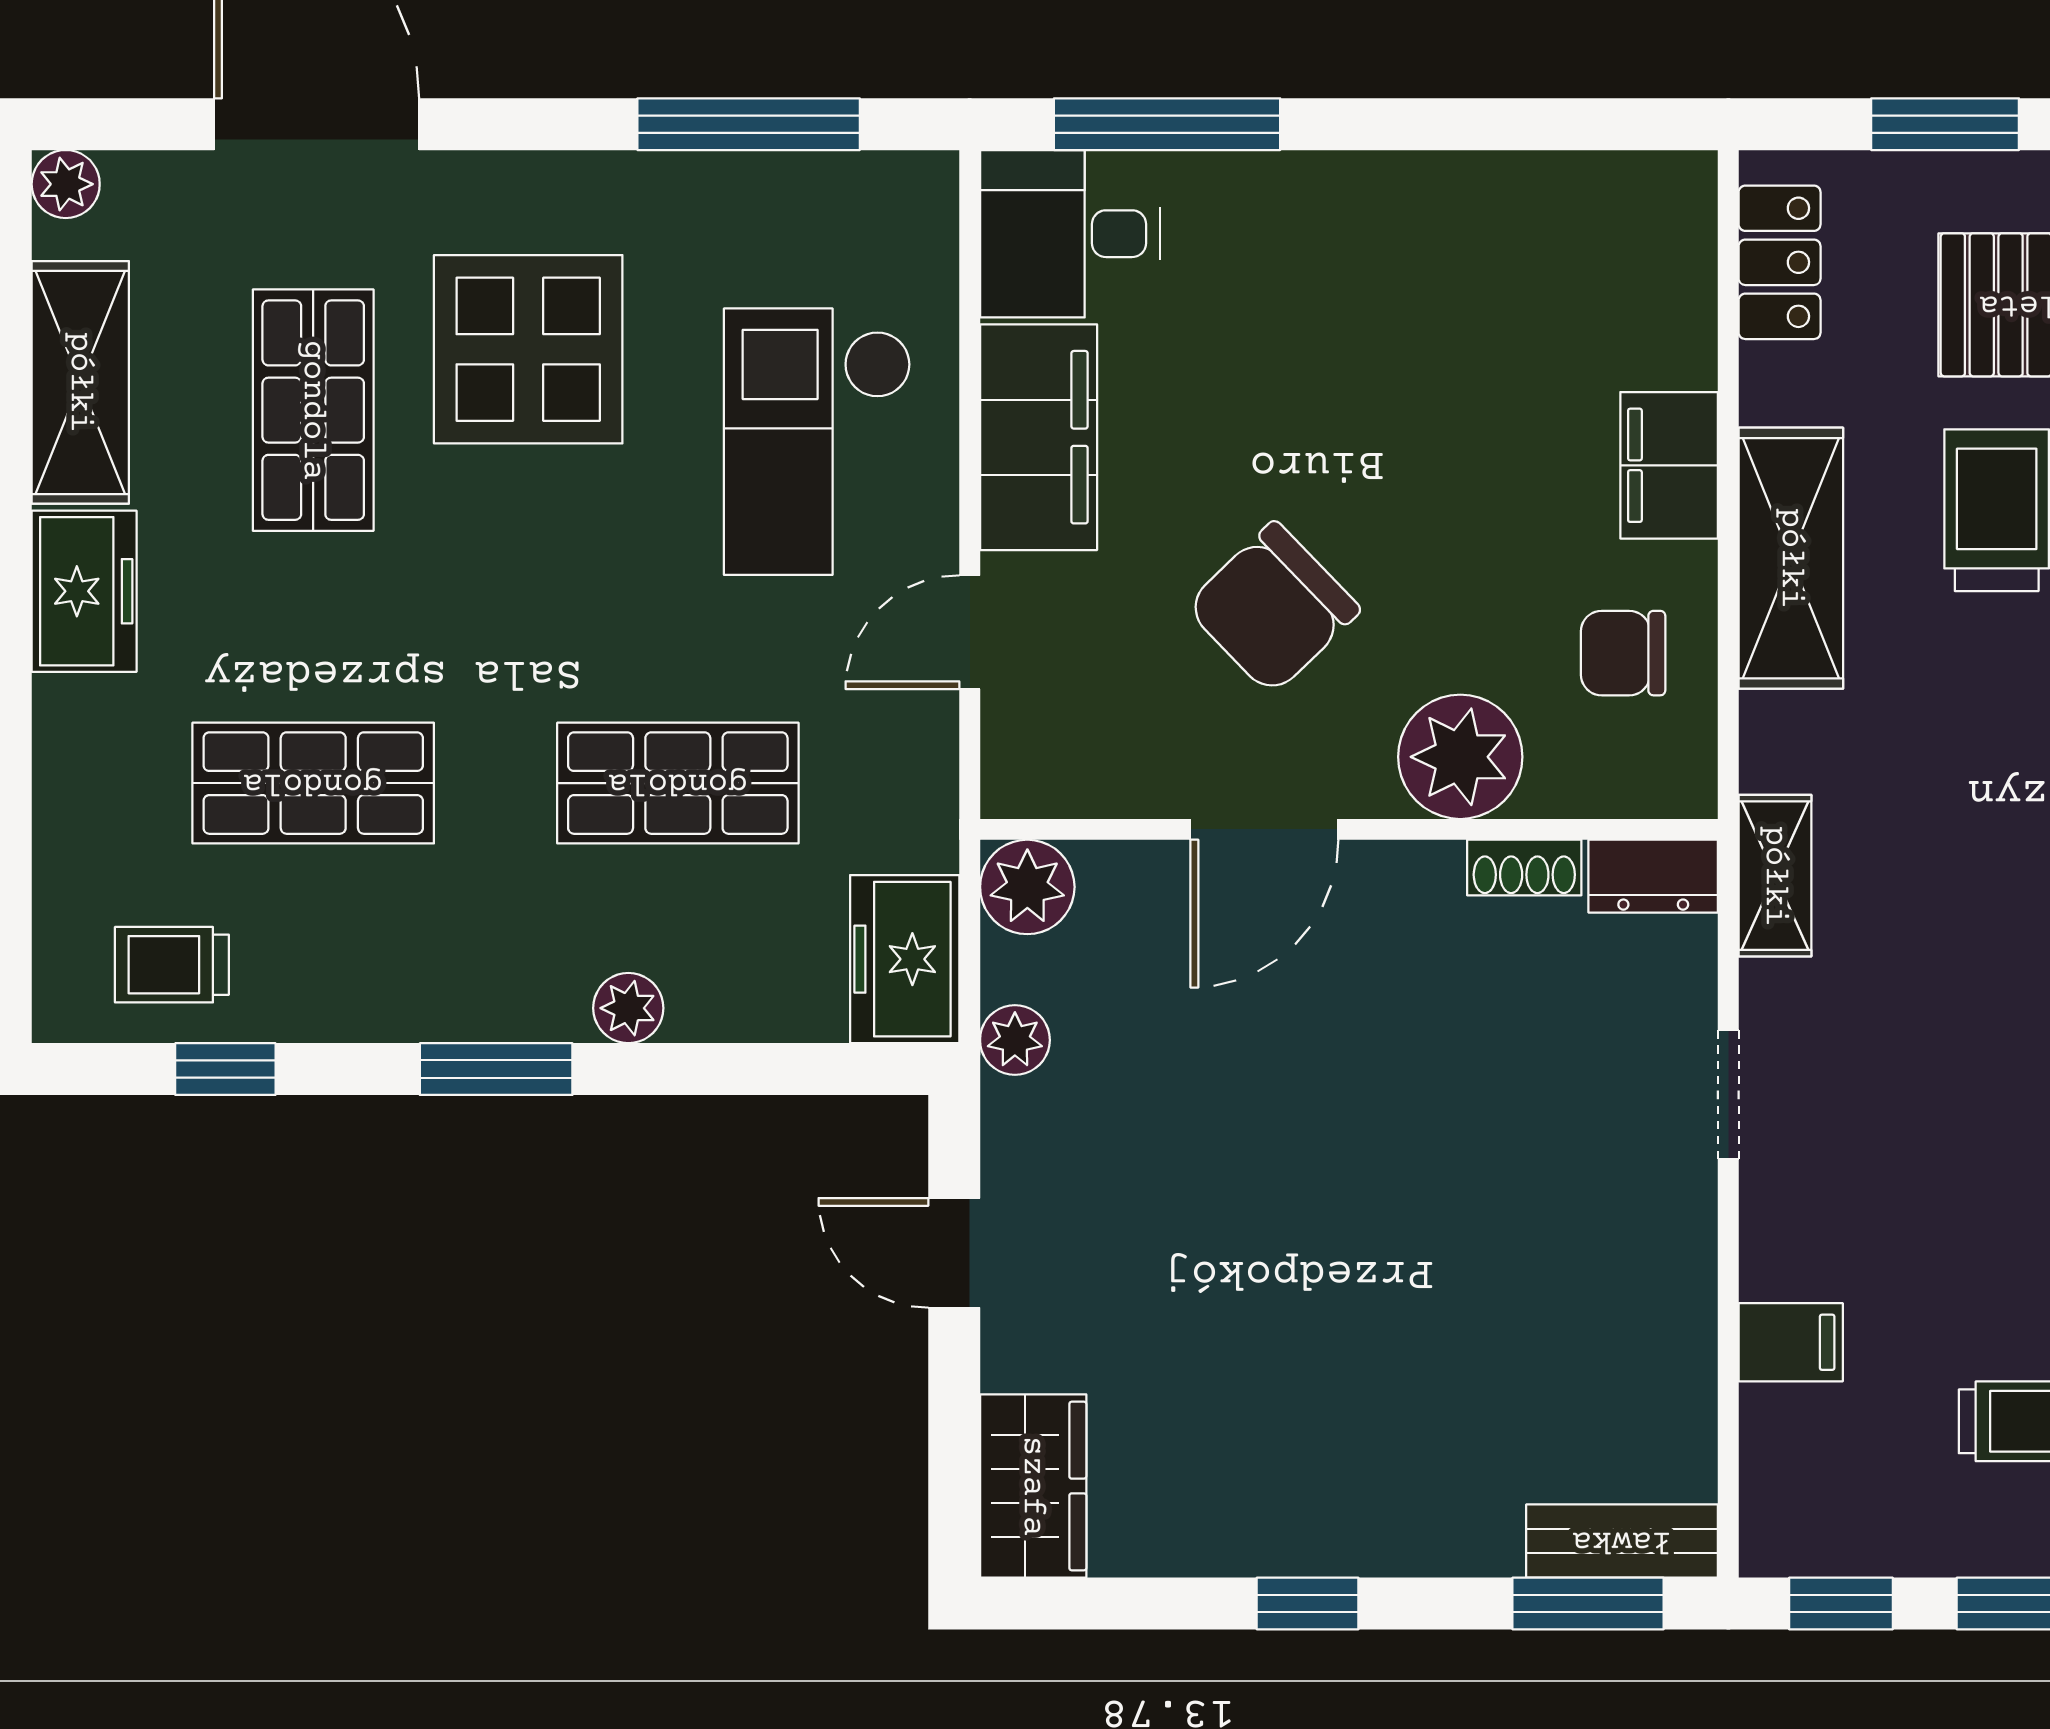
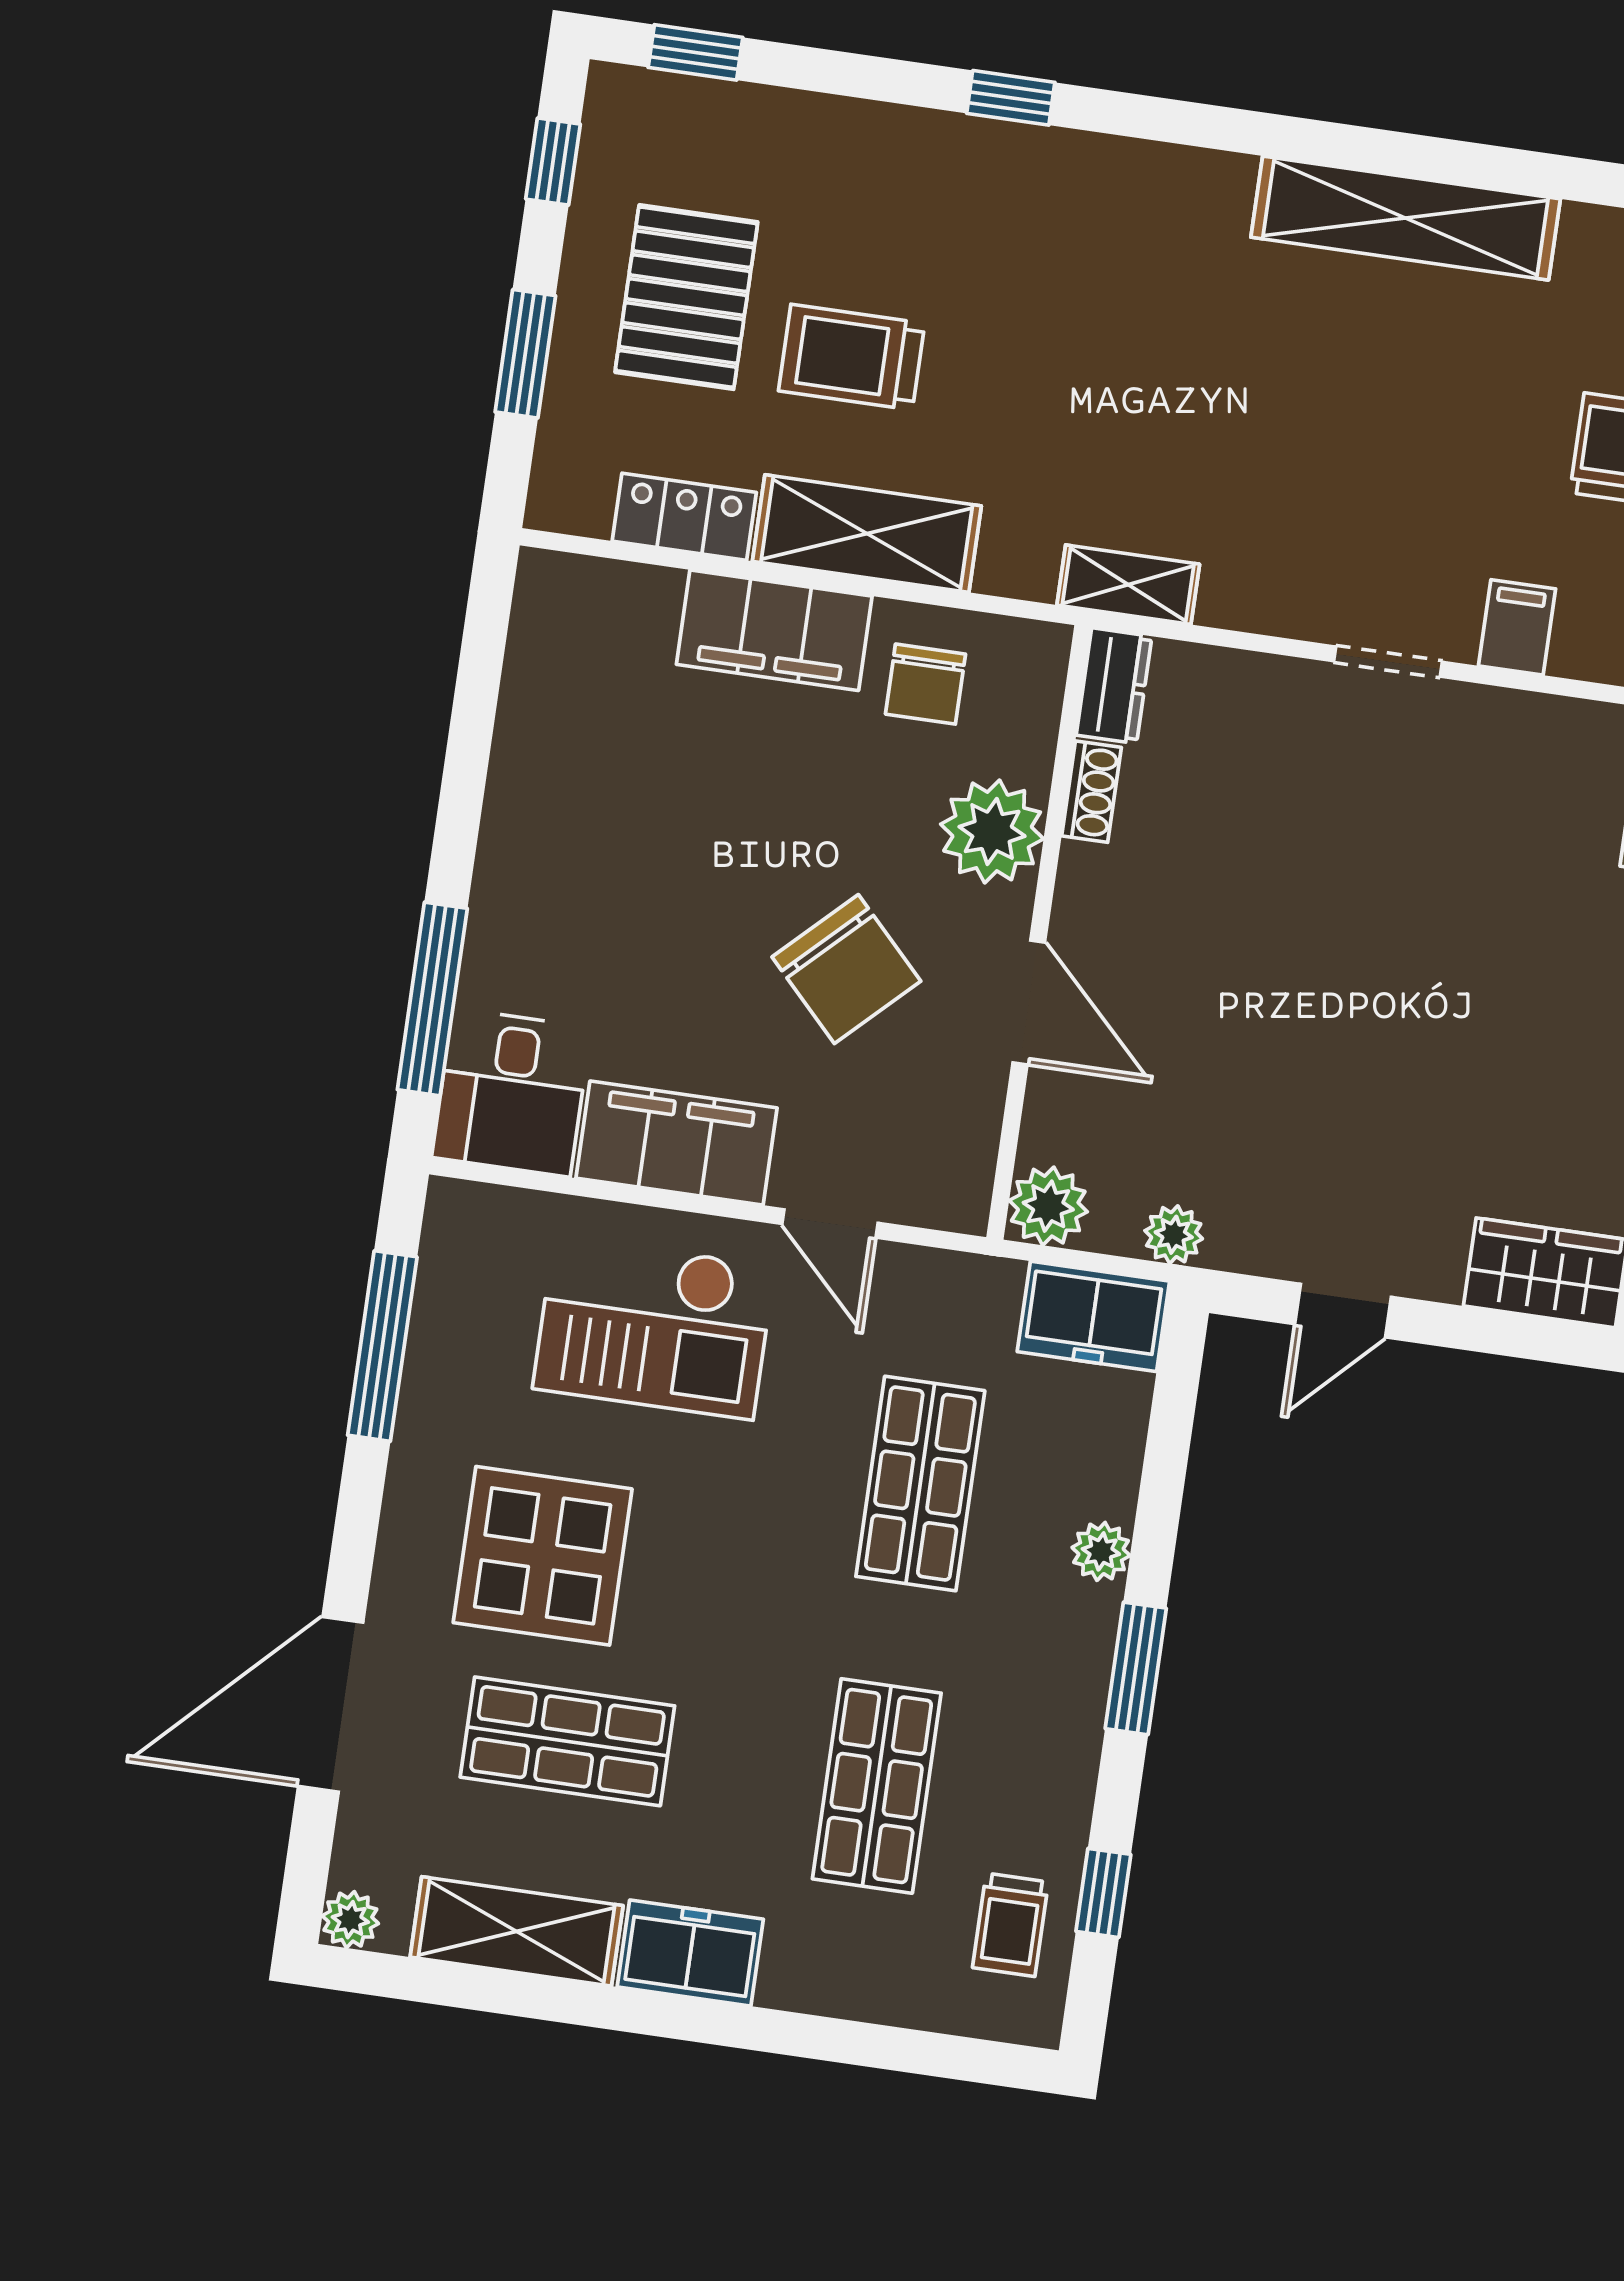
locker: (1780, 262) -> (684, 517), moved
filing cabinet: (1669, 465) -> (774, 630), width x1.50, depth x1.17
doorway: (1728, 1095) -> (1388, 662), moved

